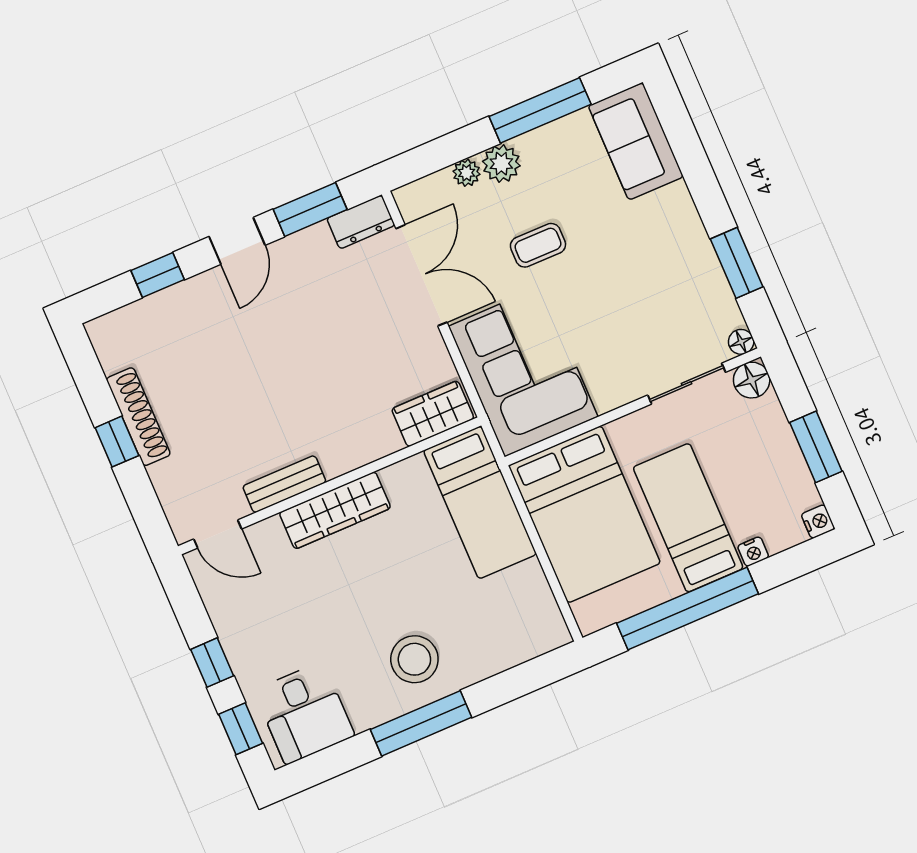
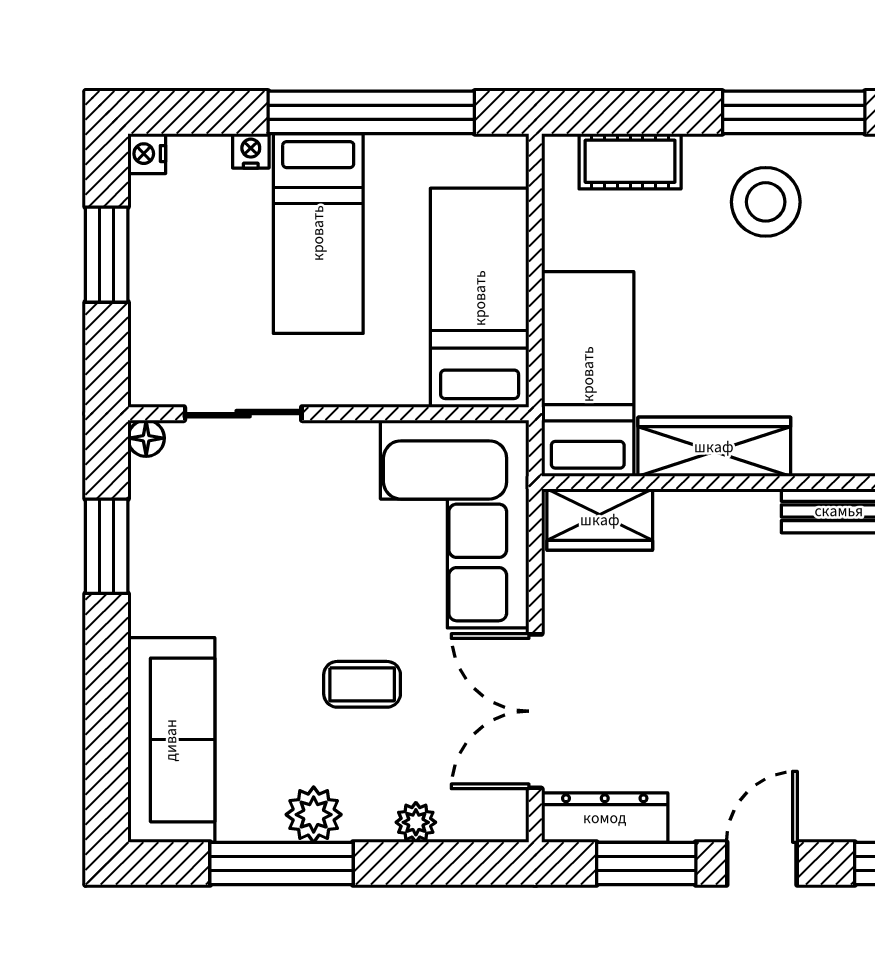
sofa: (636, 141) -> (171, 740), width x1.36
plant: (501, 164) -> (314, 815), moved
dresser: (361, 222) -> (605, 818), width x1.44
floor lamp: (752, 380) -> (154, 381), removed
wardrobe: (335, 510) -> (714, 447), moved
bed: (584, 514) -> (480, 298), width x0.67
cot: (511, 648) -> (630, 161), added

